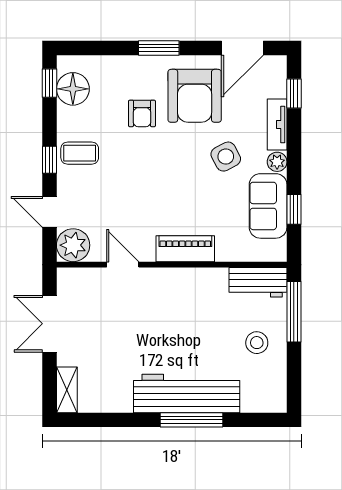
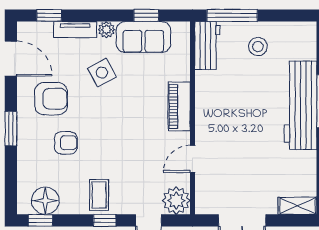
armchair: (195, 96) -> (51, 99), width x0.73, depth x0.73

